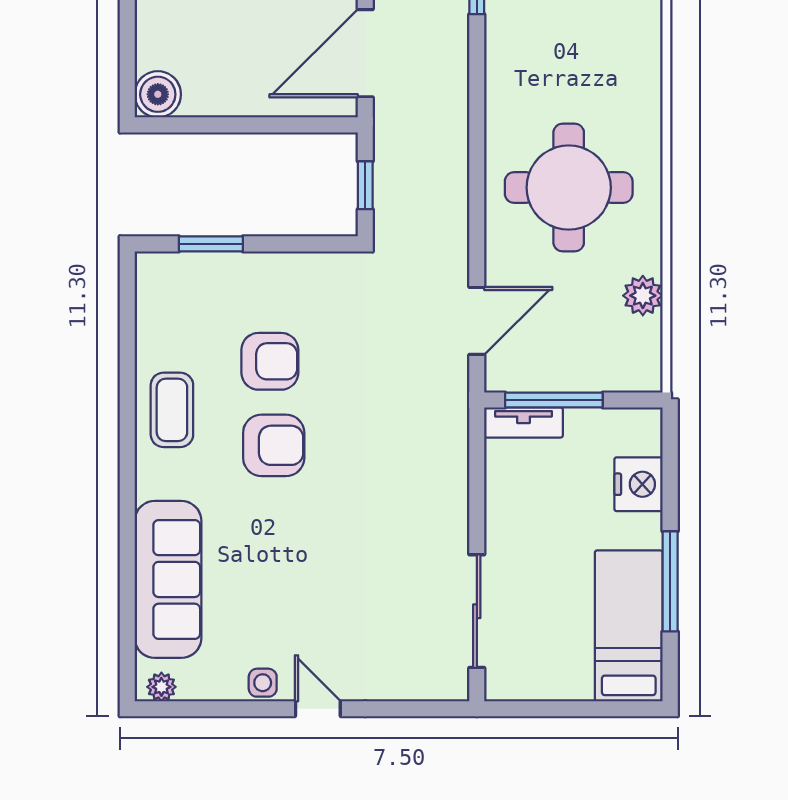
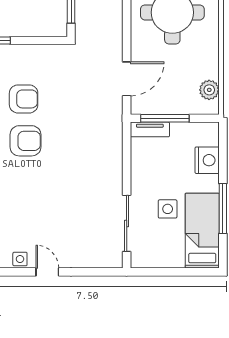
plant: (643, 296) -> (209, 90), moved
side table: (559, 582) -> (168, 209), added

